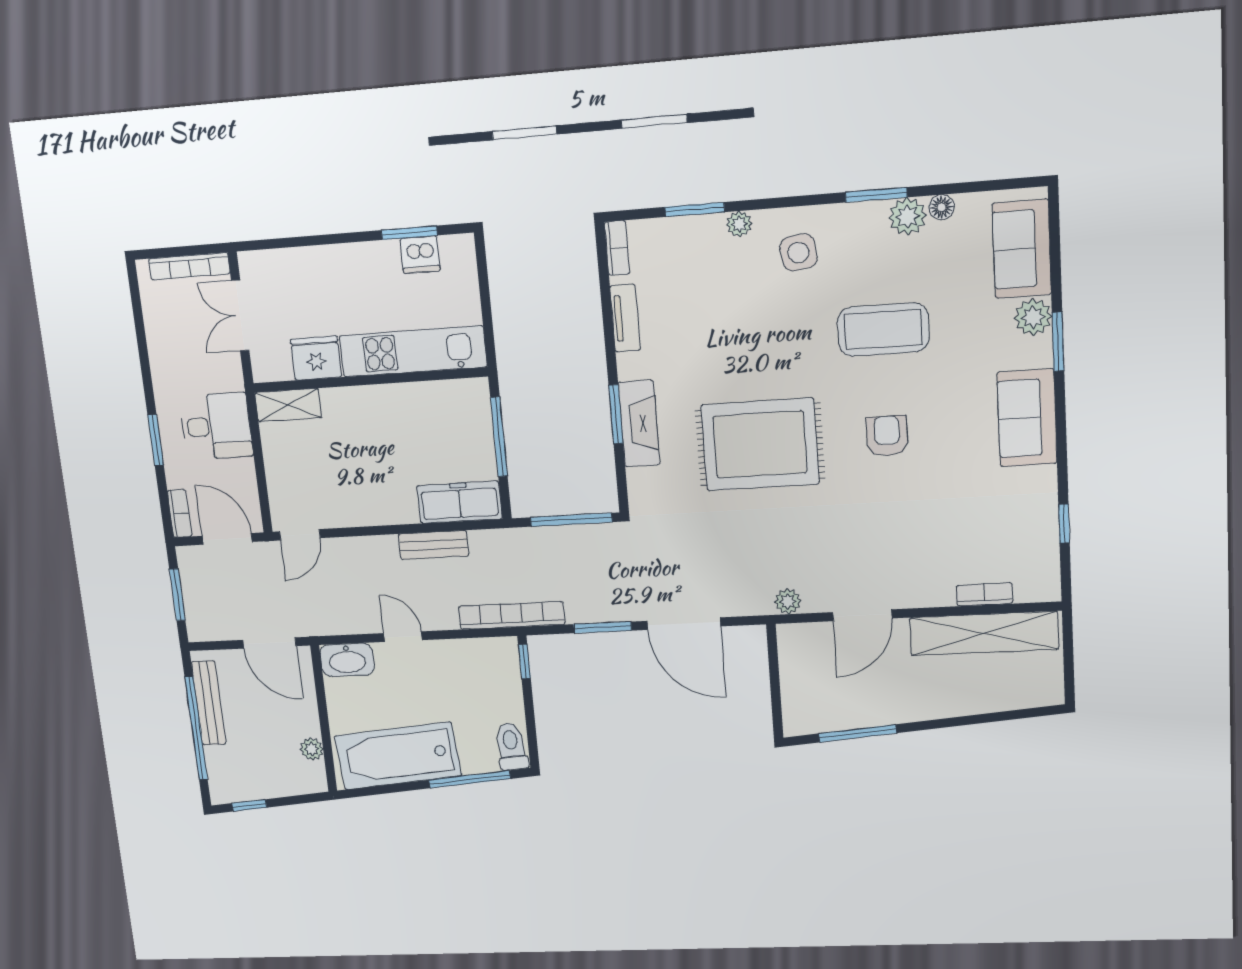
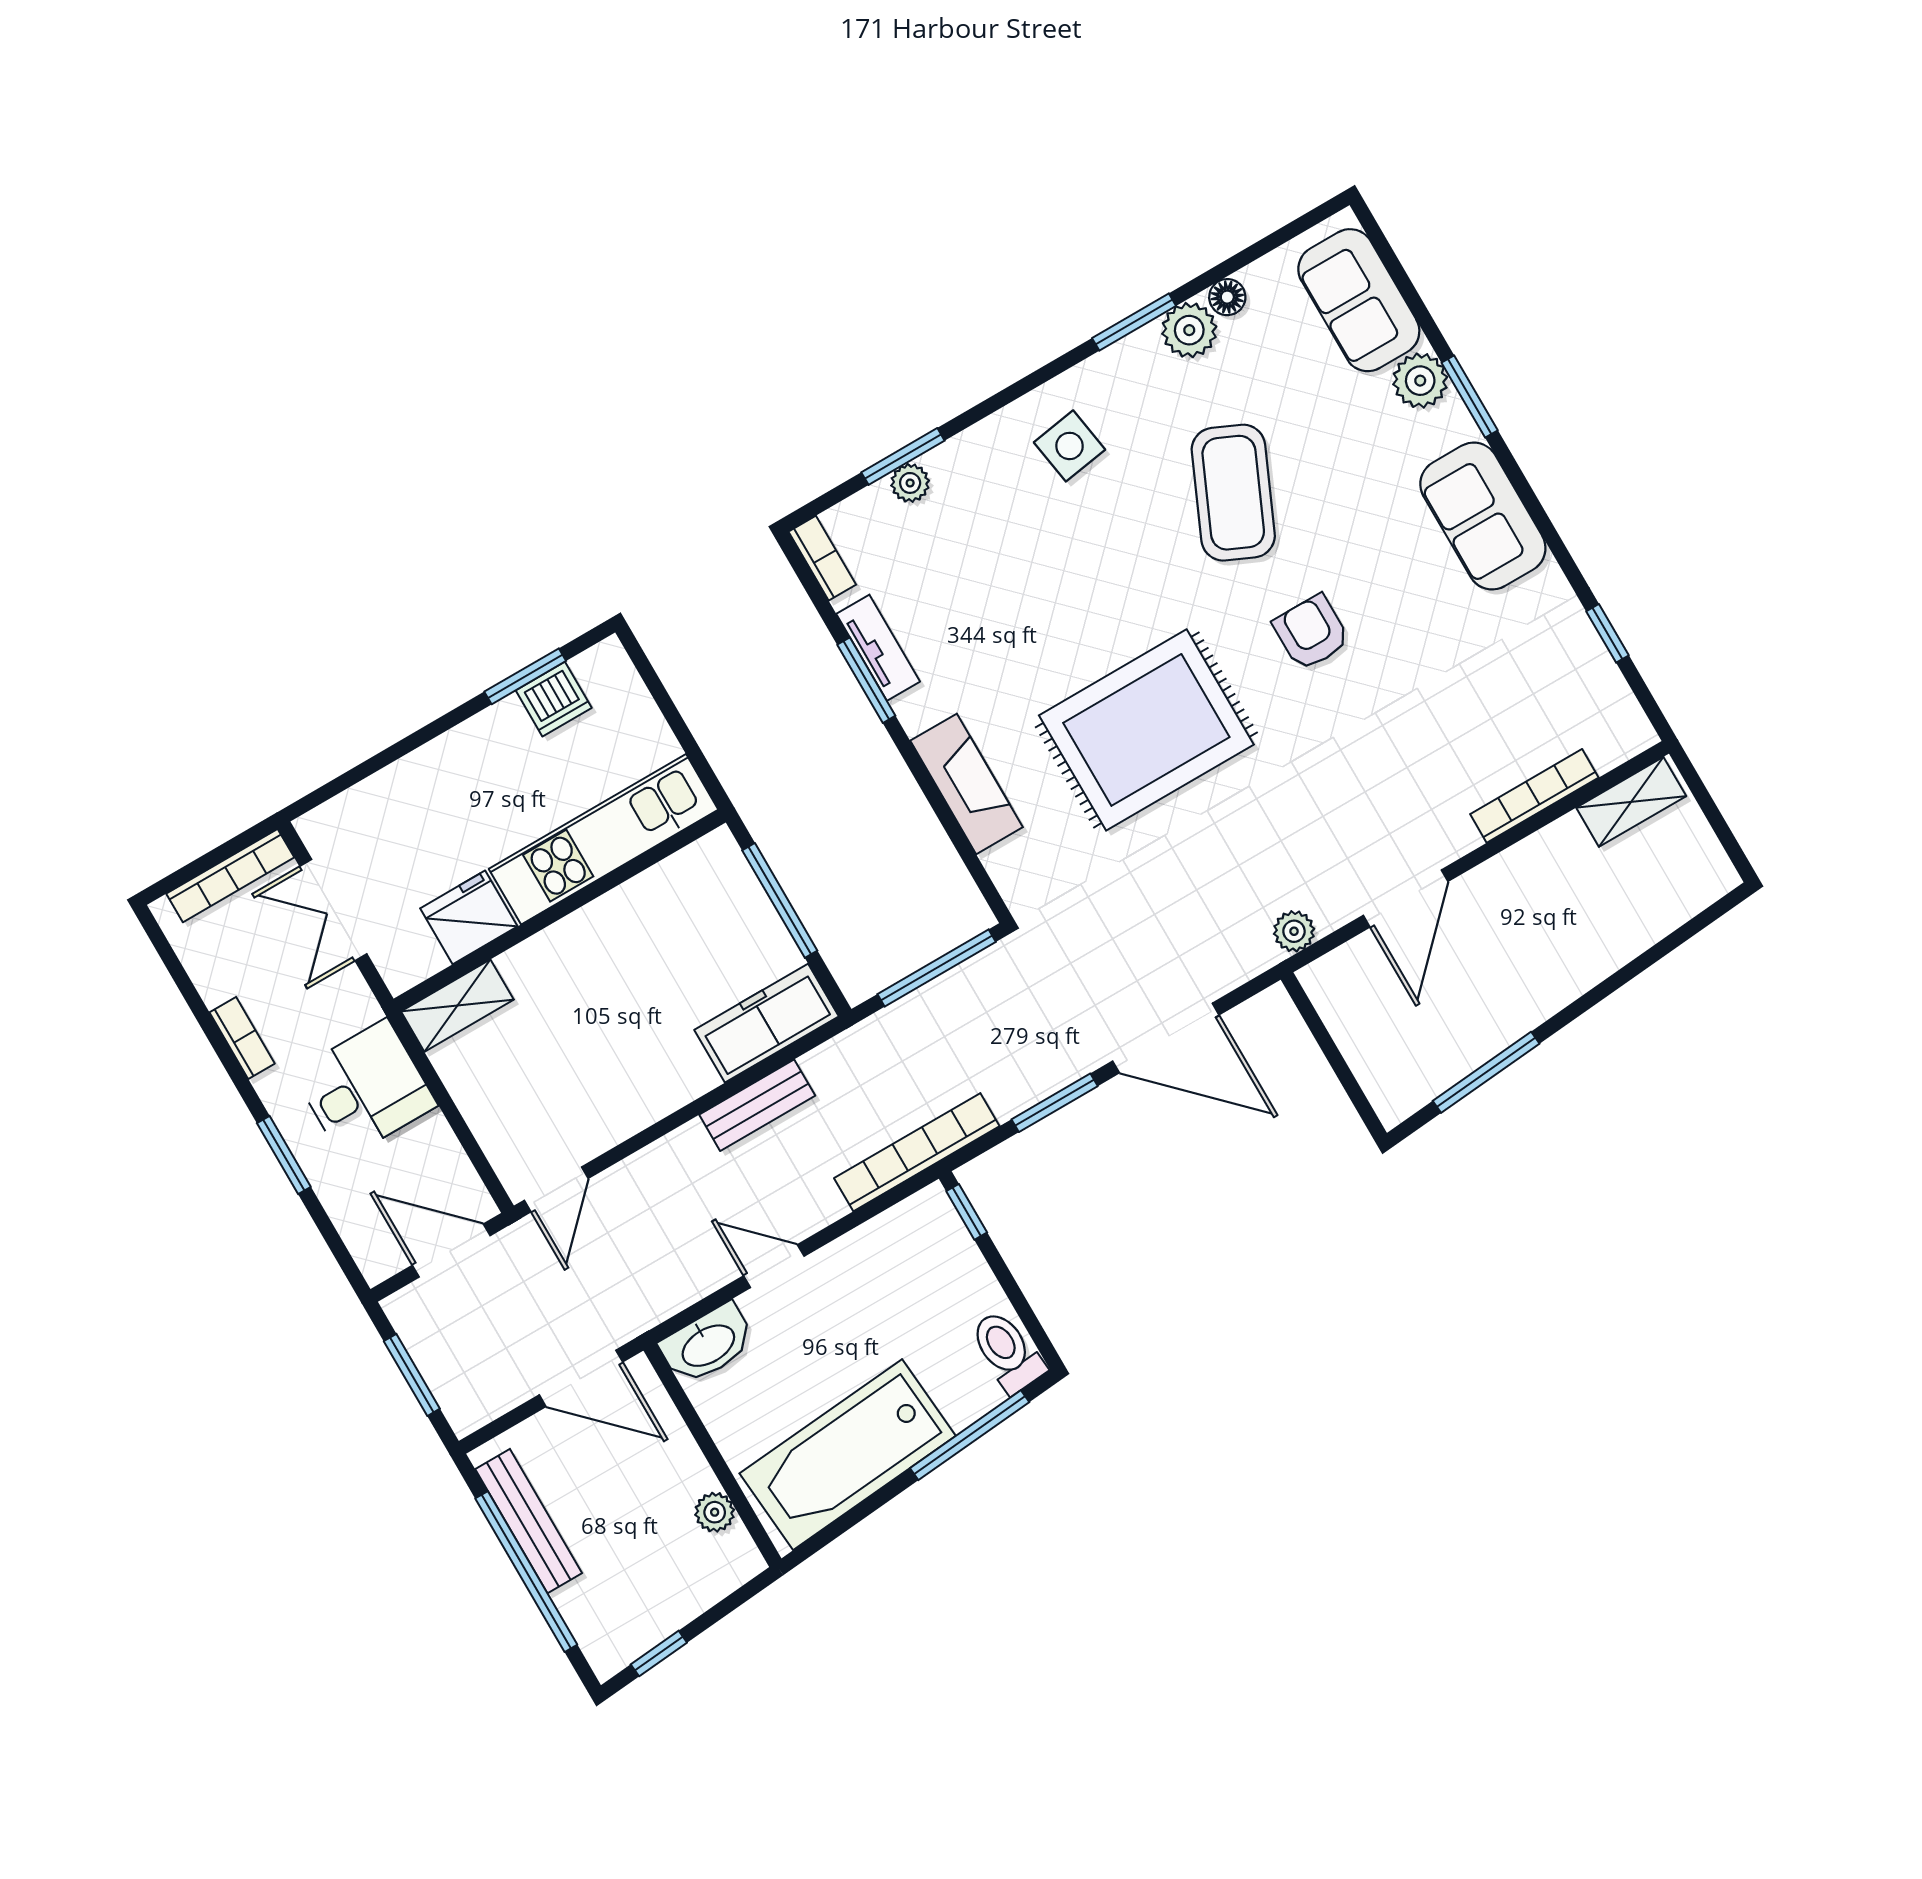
plant: (739, 224) -> (910, 483), moved
coffee table: (883, 330) -> (1233, 493), turned -66
window: (616, 414) -> (866, 680), moved
bookcase: (180, 513) -> (242, 1038), moved
bookcase: (984, 594) -> (1534, 796), width x1.56
shelving: (984, 633) -> (1631, 802), width x0.45, depth x0.75

